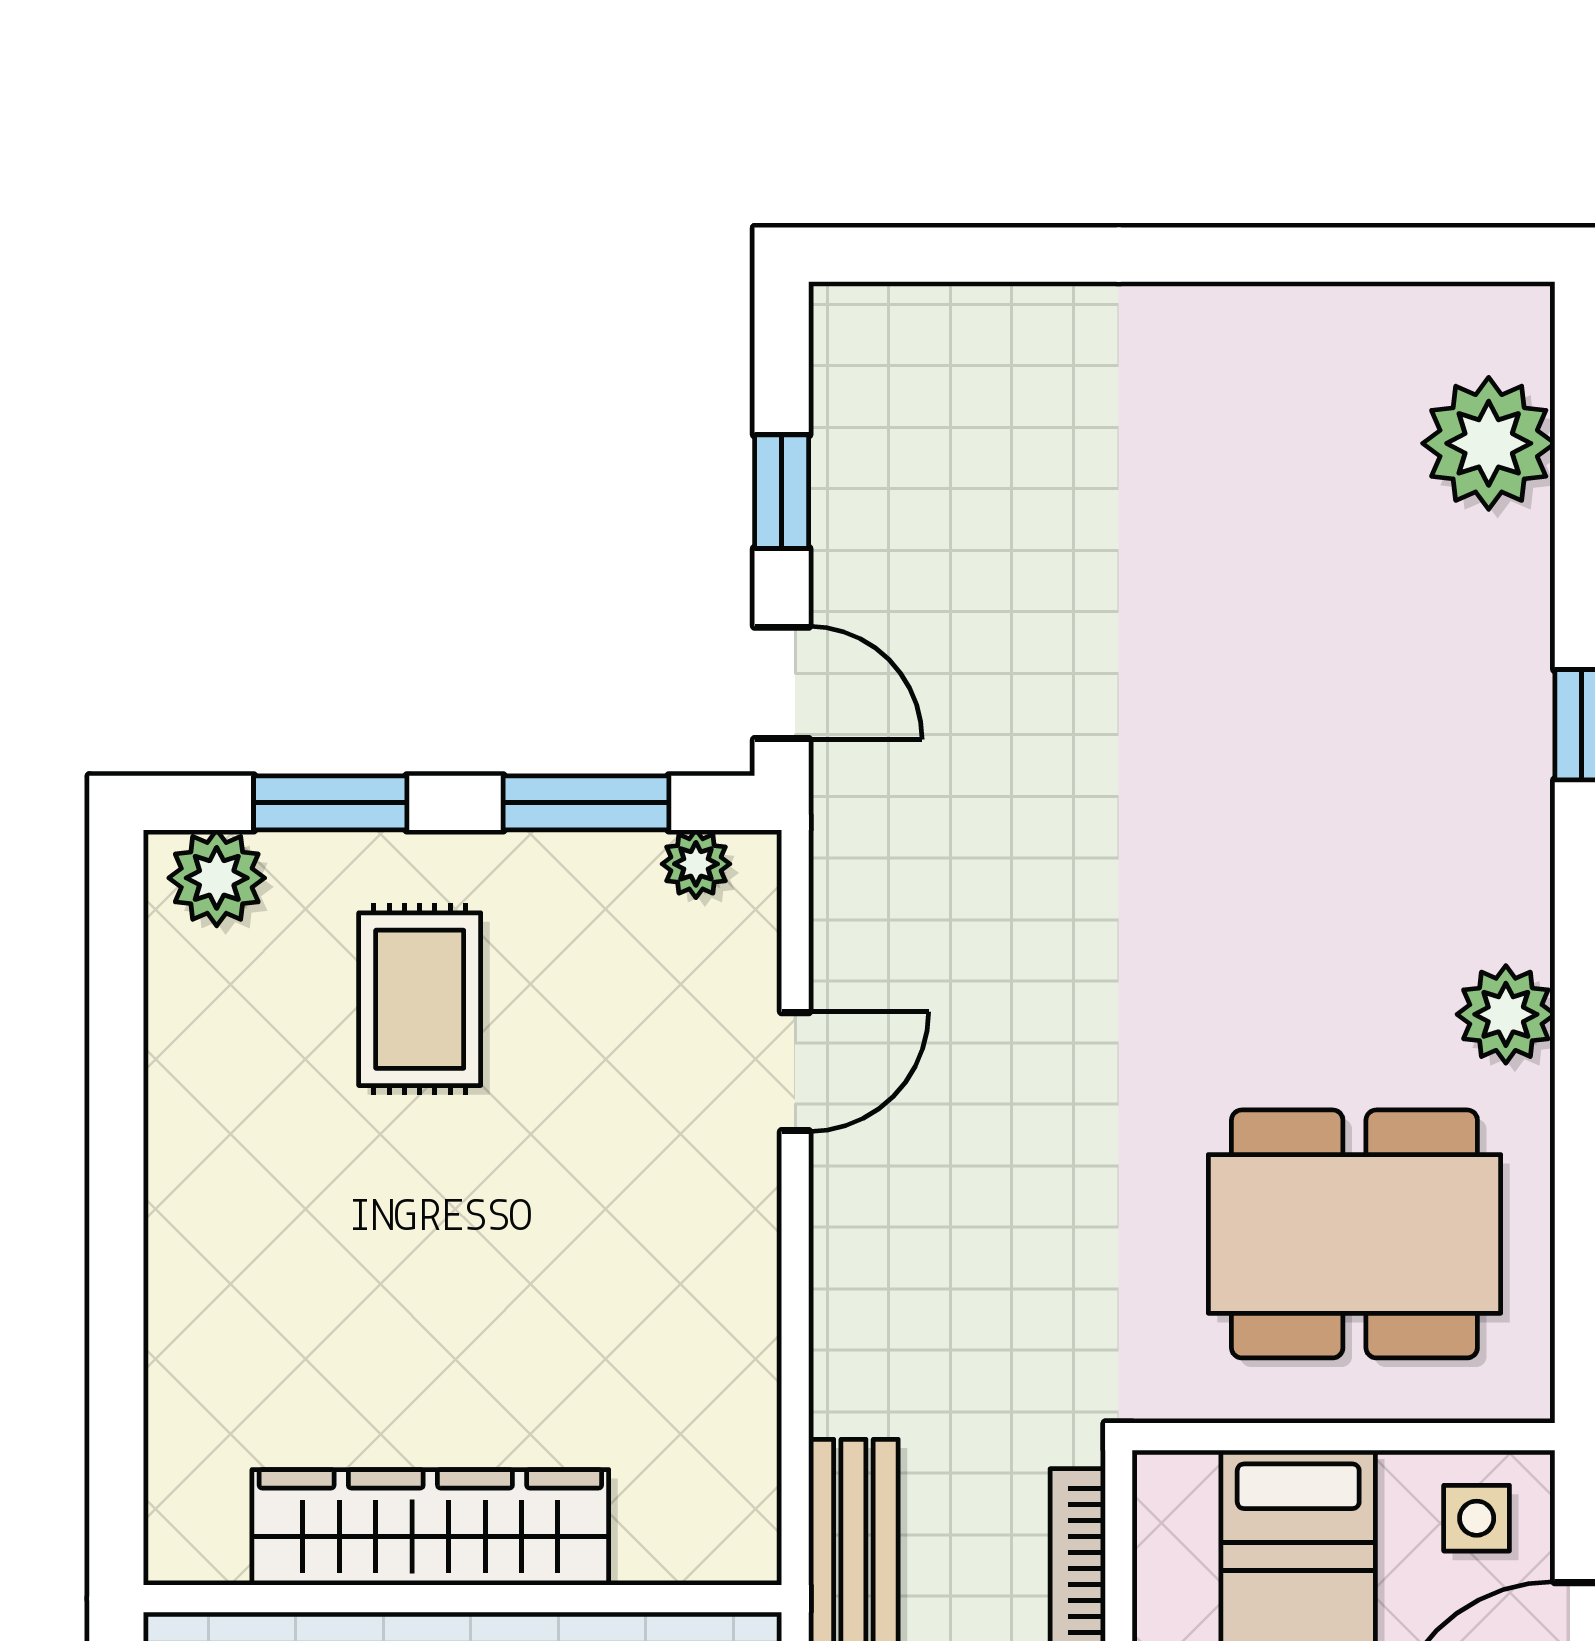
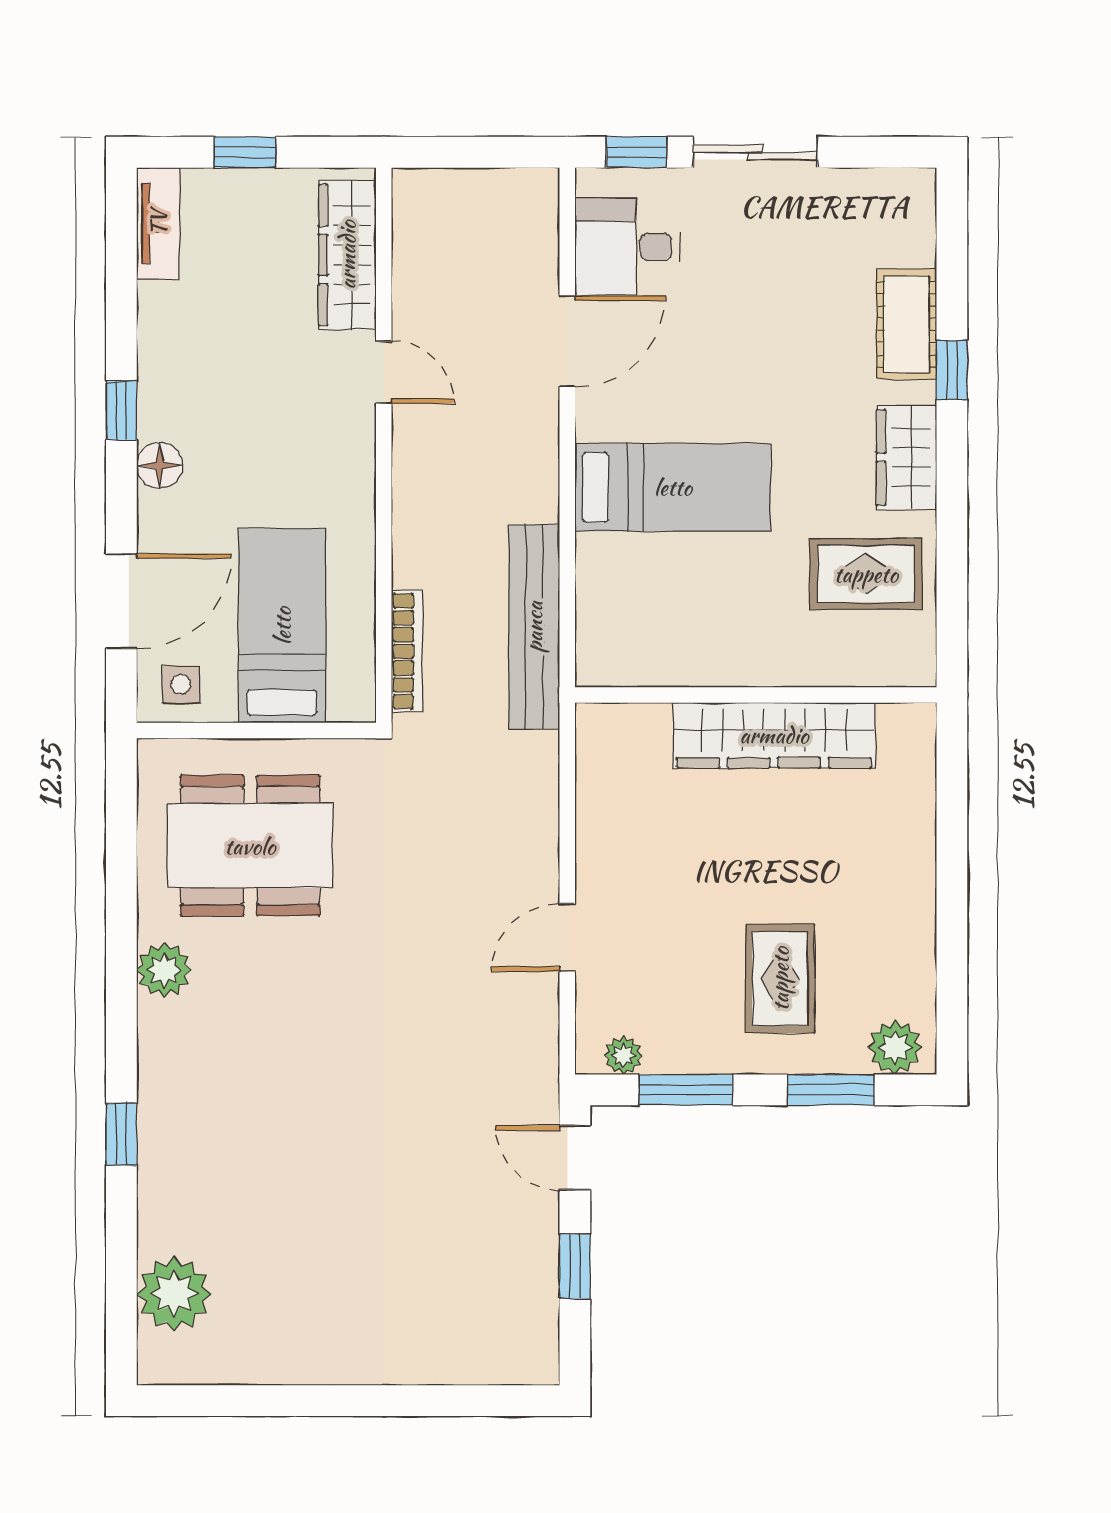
wardrobe: (430, 1527) -> (774, 735), moved
wall: (463, 1599) -> (756, 695), moved

